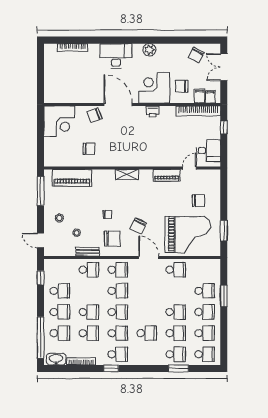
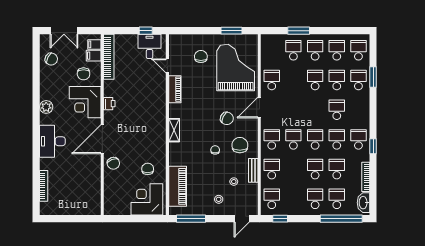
corner desk: (59, 121) -> (147, 199), moved, turned -90
window: (224, 128) -> (146, 31), moved
school desk: (60, 291) -> (272, 199), moved

